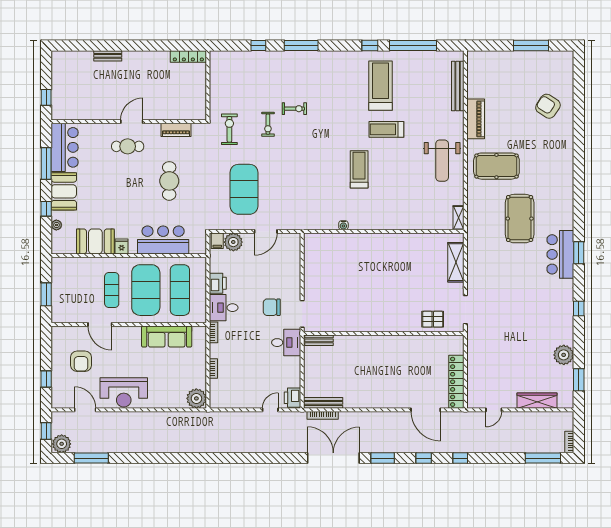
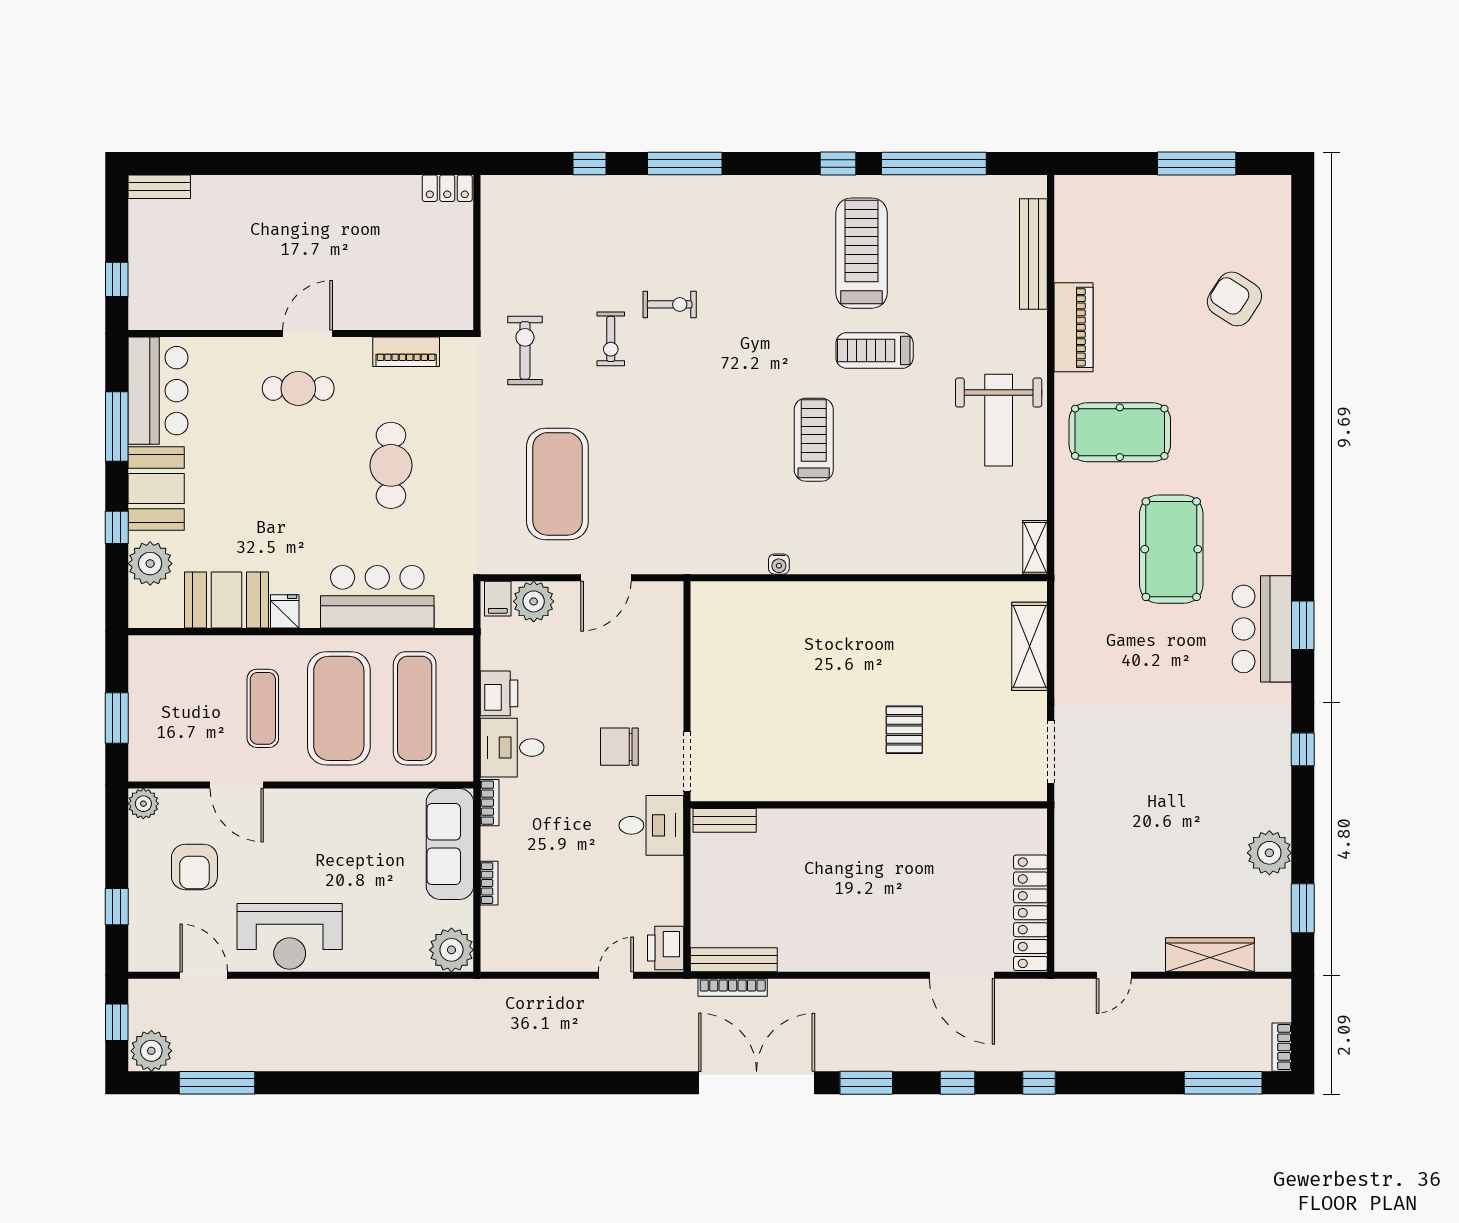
bench: (108, 56) -> (159, 187), moved
locker: (188, 56) -> (447, 188), width x0.66
plant: (56, 225) -> (150, 564), width x1.88, depth x1.88
pallet: (433, 319) -> (904, 730), moved, turned 90
plant: (58, 333) -> (143, 804), added
sofa: (167, 337) -> (450, 844), moved, turned 90

